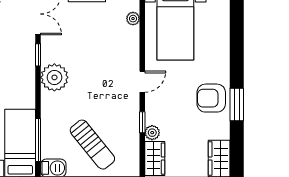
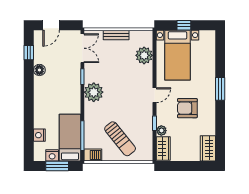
plant: (133, 19) -> (144, 55), width x1.87, depth x1.87
armchair: (211, 98) -> (187, 108), moved
window: (237, 104) -> (220, 89), moved

